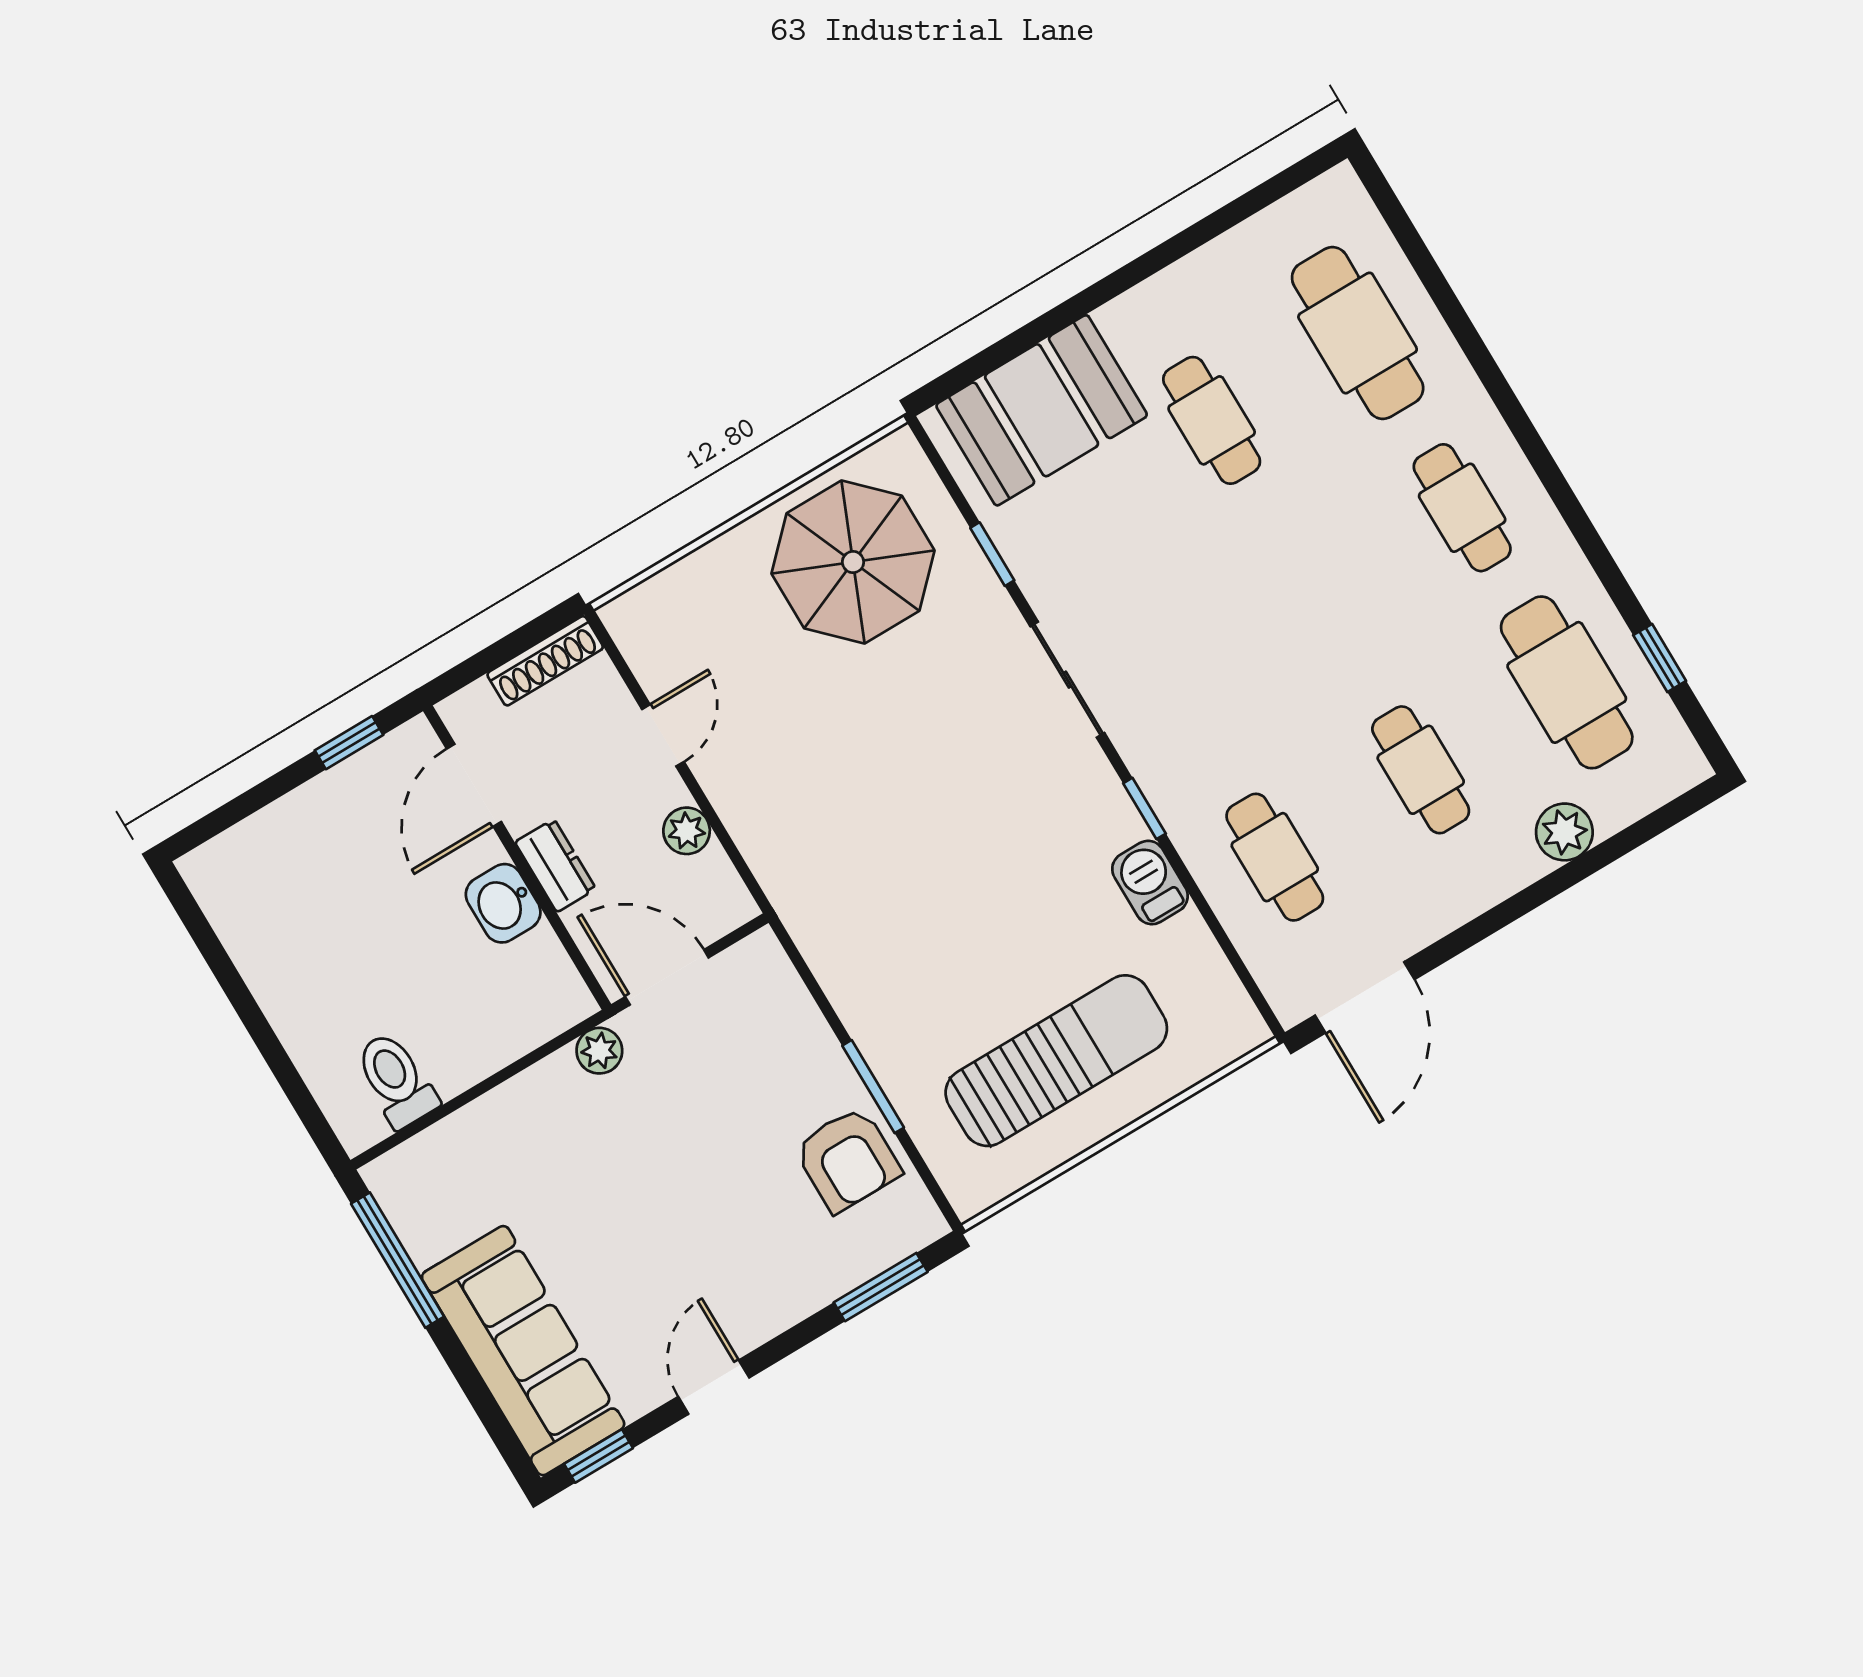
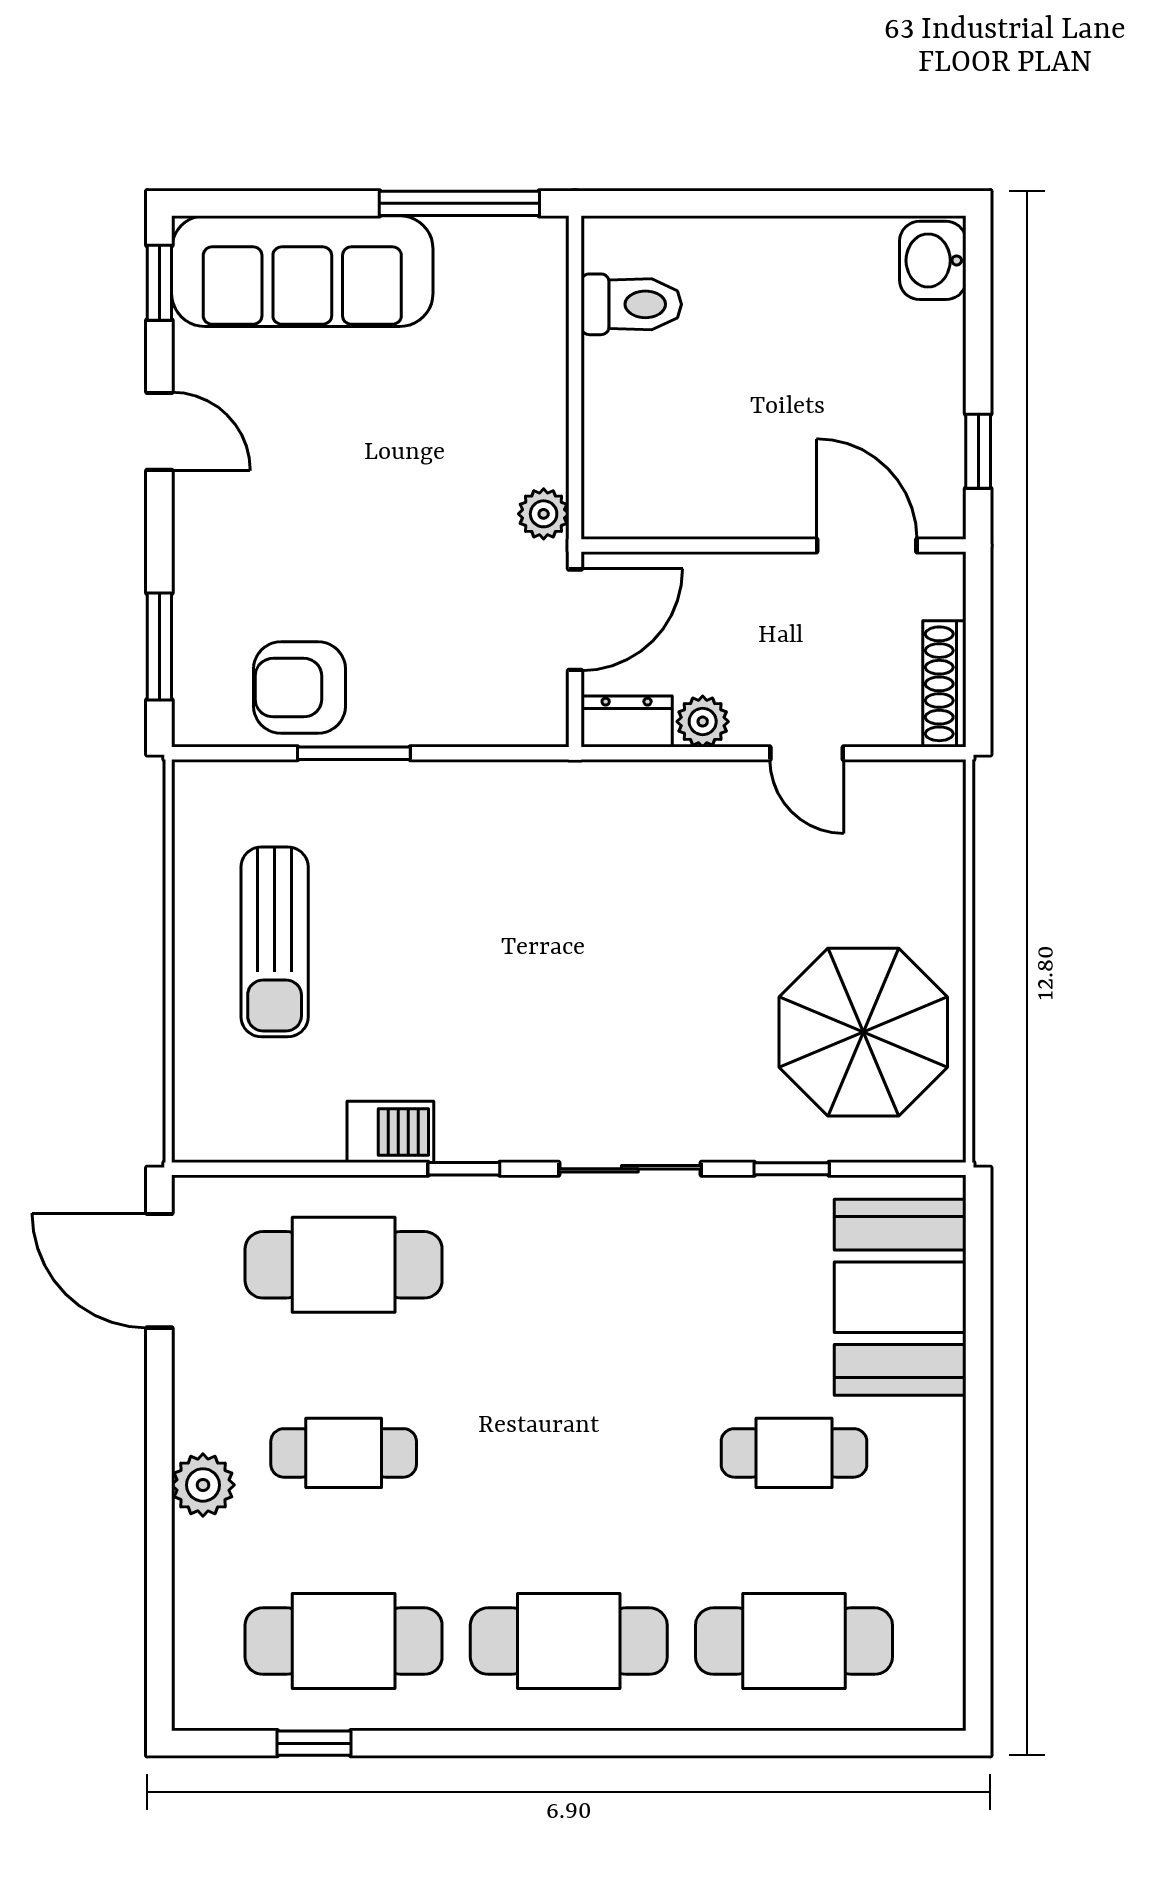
cafe table: (1462, 508) -> (569, 1641), width x1.37, depth x1.35
plant: (1564, 832) -> (203, 1485), moved
cafe table: (1275, 857) -> (344, 1265), width x1.37, depth x1.35
dresser: (555, 866) -> (627, 722), moved, turned 180
washbasin: (503, 903) -> (933, 260), moved, turned -90
sun lounger: (1056, 1061) -> (275, 942), width x0.73, depth x0.75

